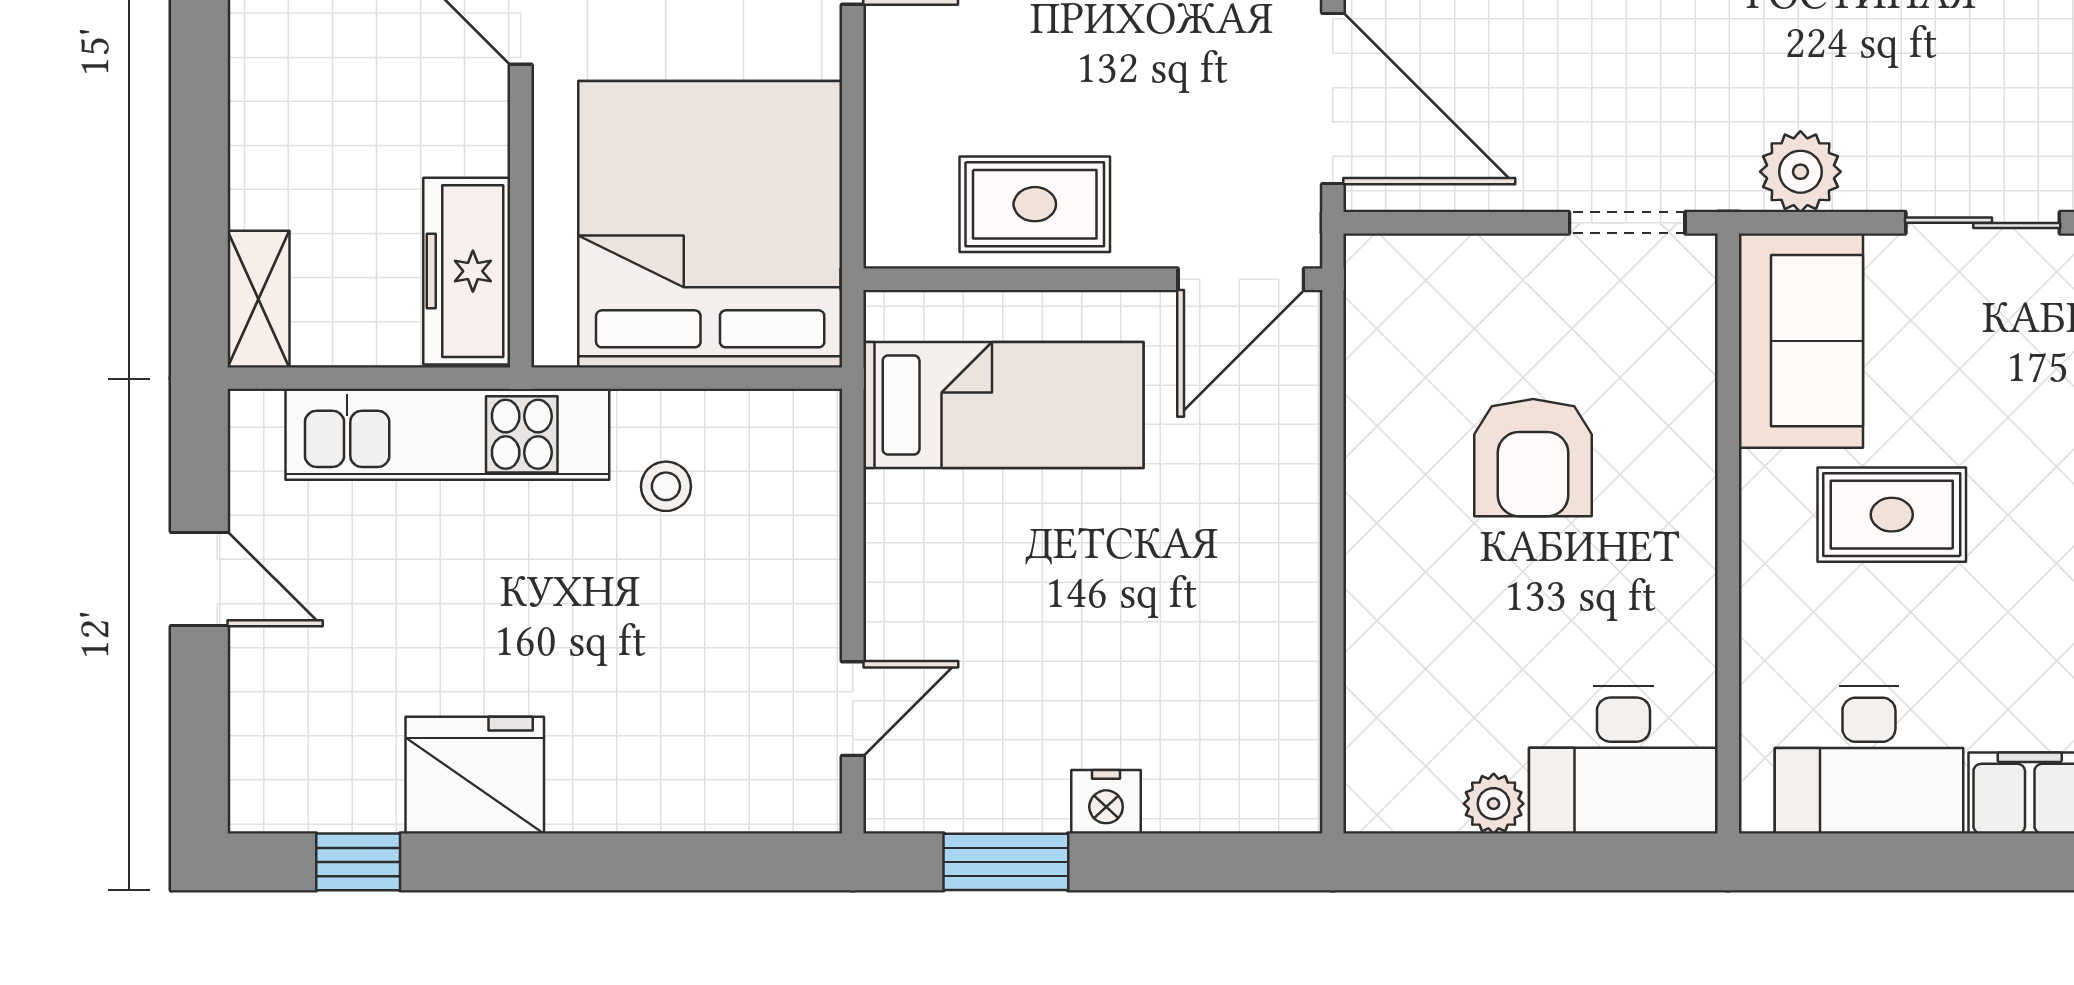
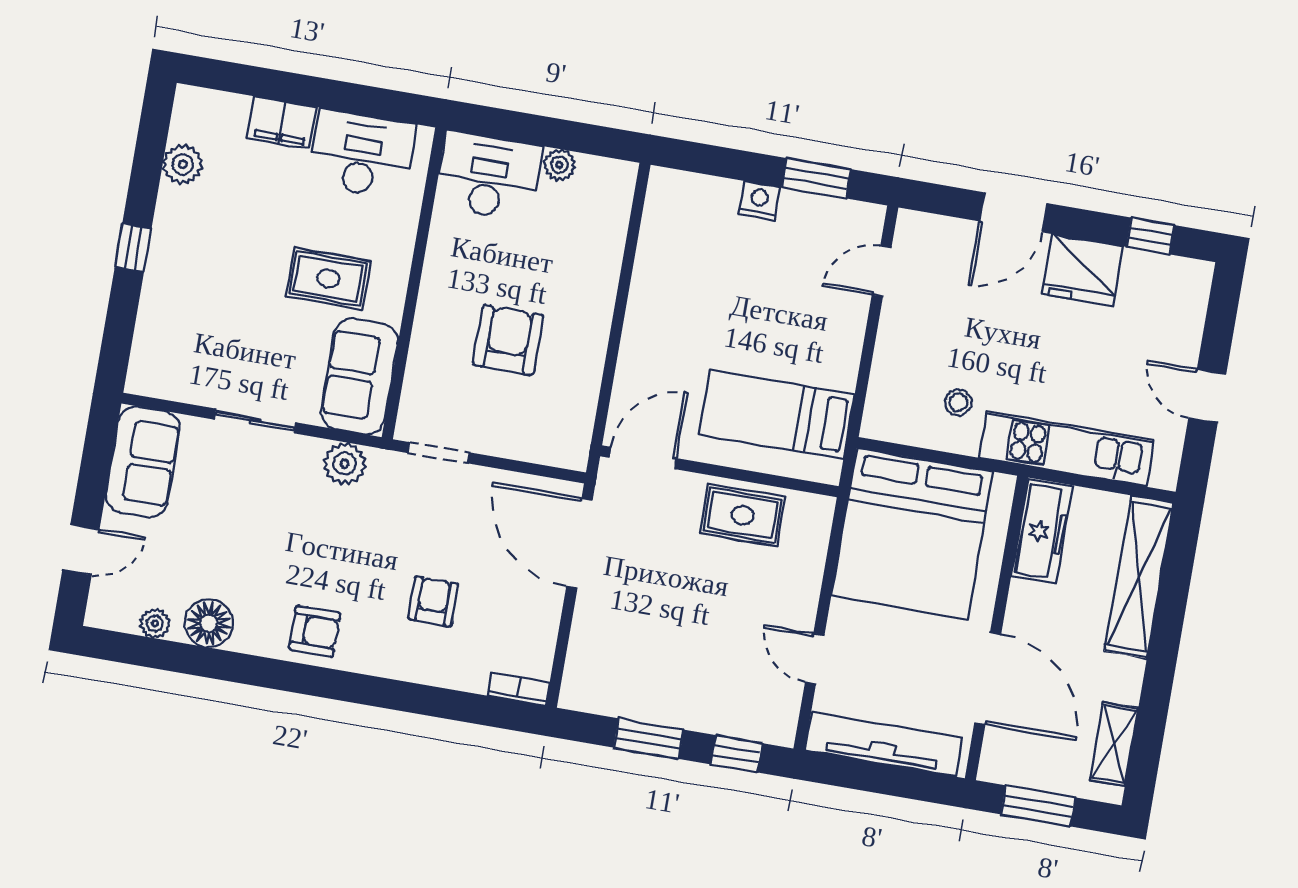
shelving: (258, 299) -> (1139, 577), width x2.20, depth x1.33
door: (624, 862) -> (1013, 212), added

